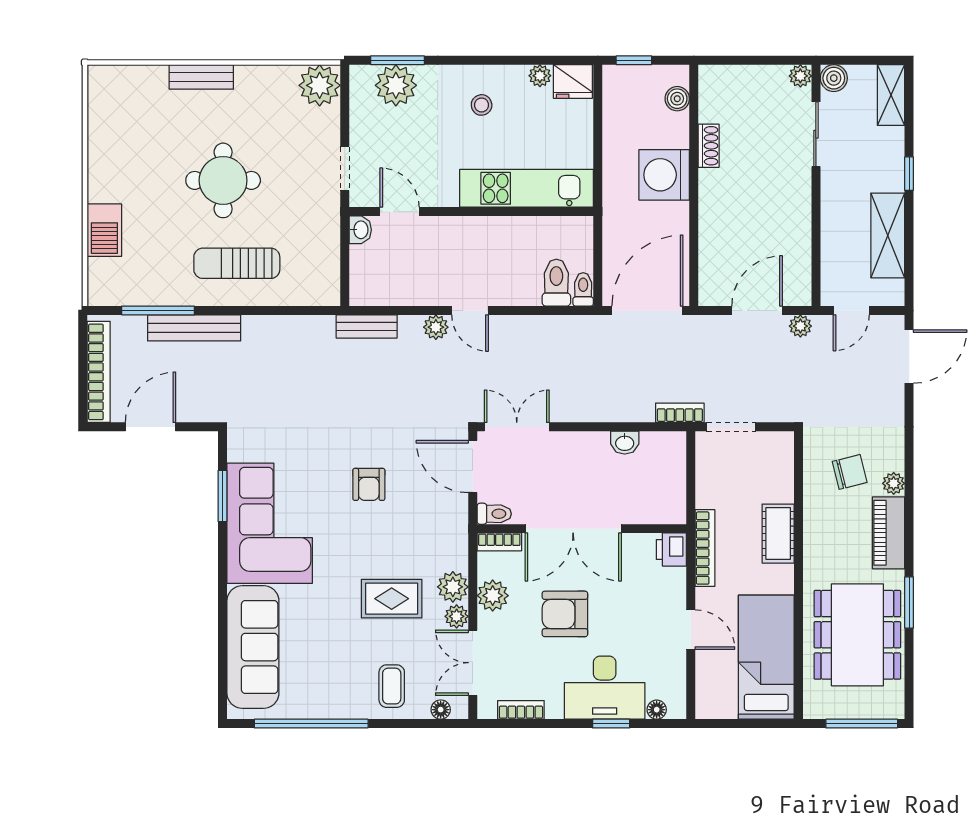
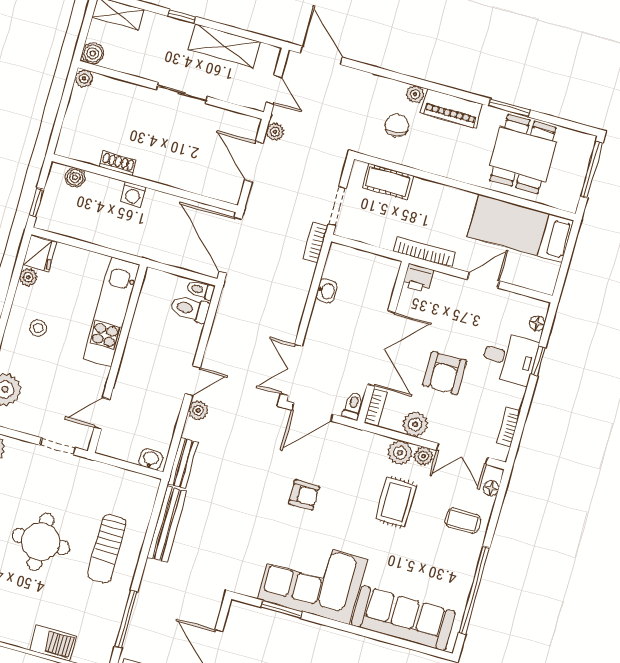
sliding door: (816, 134) -> (182, 93), moved
washing machine: (664, 175) -> (133, 195), width x0.53, depth x0.53
washbasin: (360, 230) -> (151, 459), moved
bench: (194, 328) -> (167, 524), moved
cot: (778, 534) -> (388, 182), moved
dining table: (857, 635) -> (523, 154), width x0.73
desk: (605, 688) -> (509, 358), width x0.73

